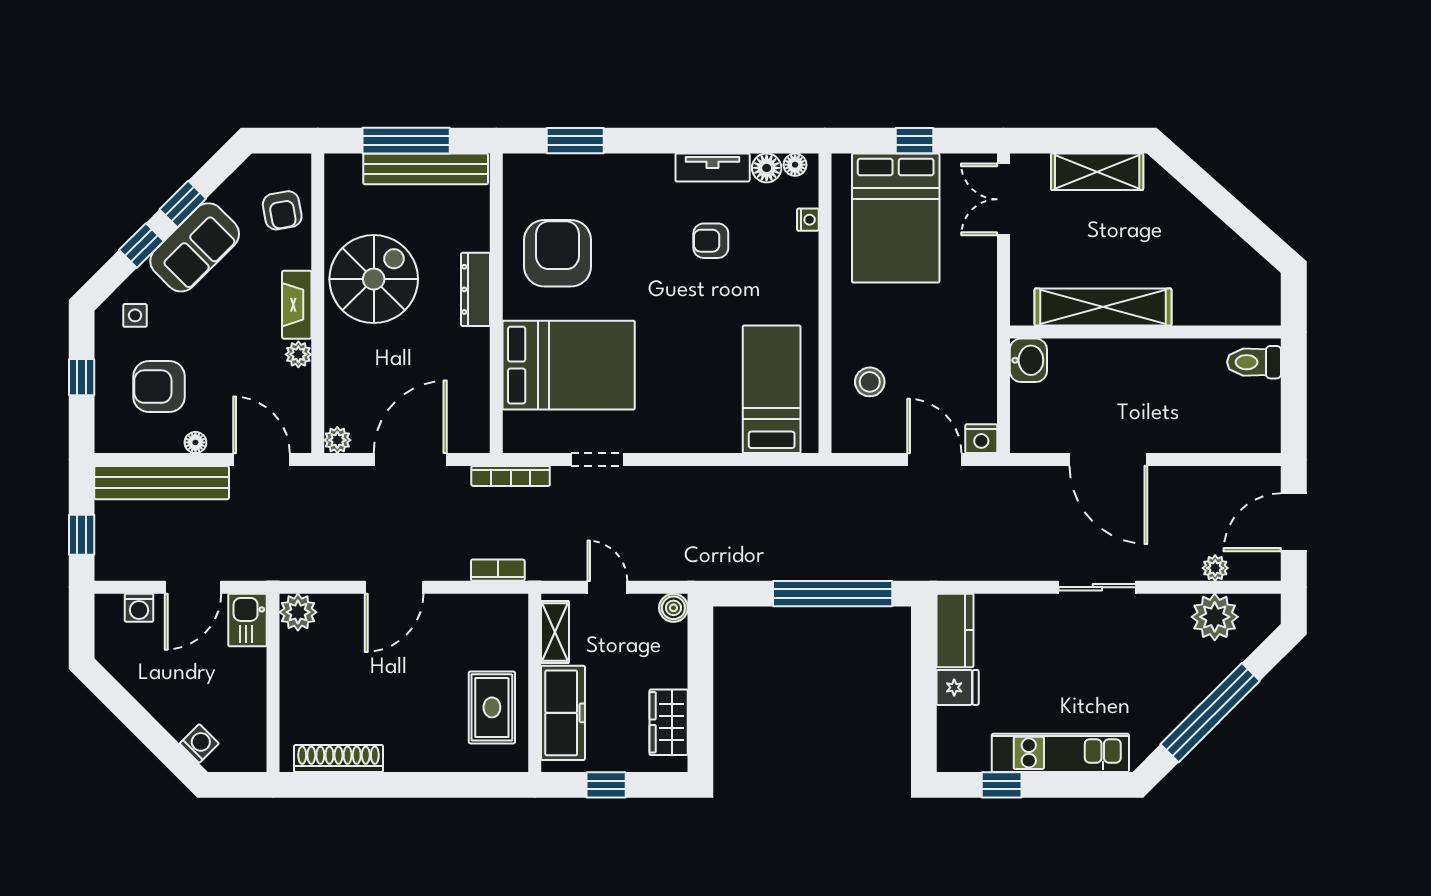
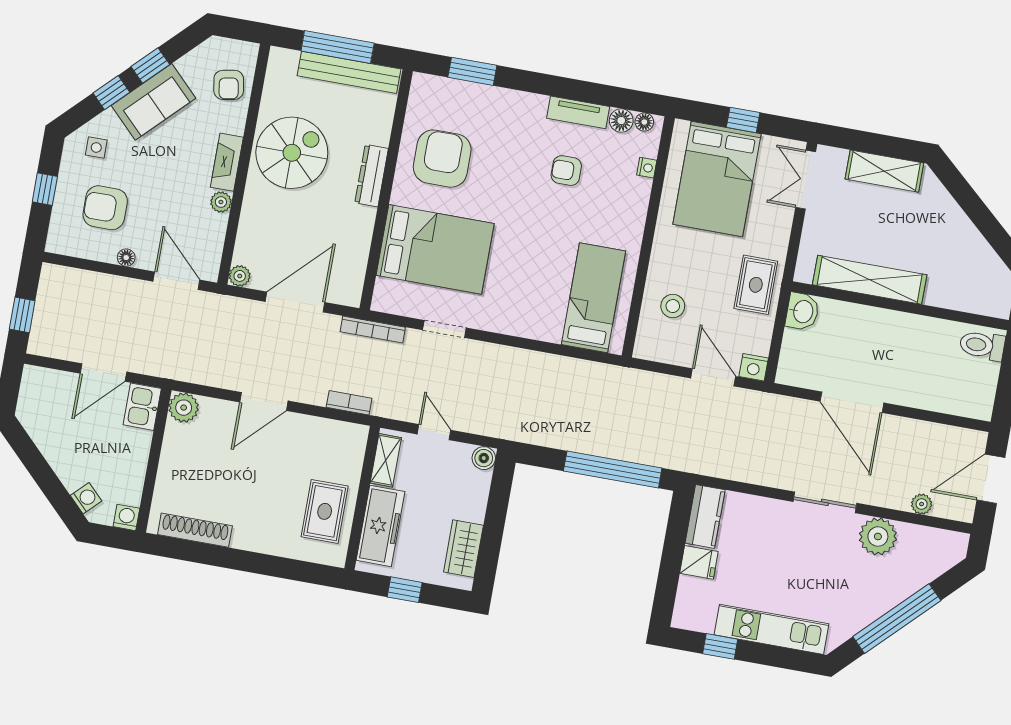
rug: (966, 338) -> (756, 285), added
bench: (162, 483) -> (93, 285), removed
washing machine: (139, 608) -> (126, 517), moved, turned 180
plant: (1215, 617) -> (878, 536), moved

